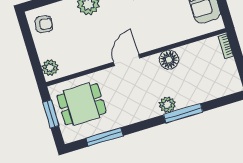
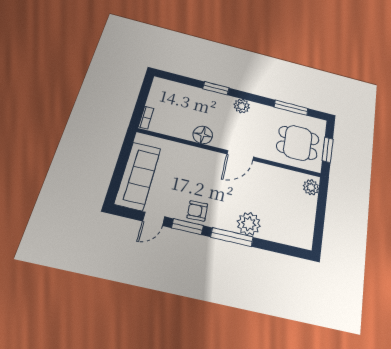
armchair: (44, 24) -> (299, 229), removed
plant: (167, 105) -> (242, 106), moved
window: (183, 113) -> (216, 88), width x0.69

